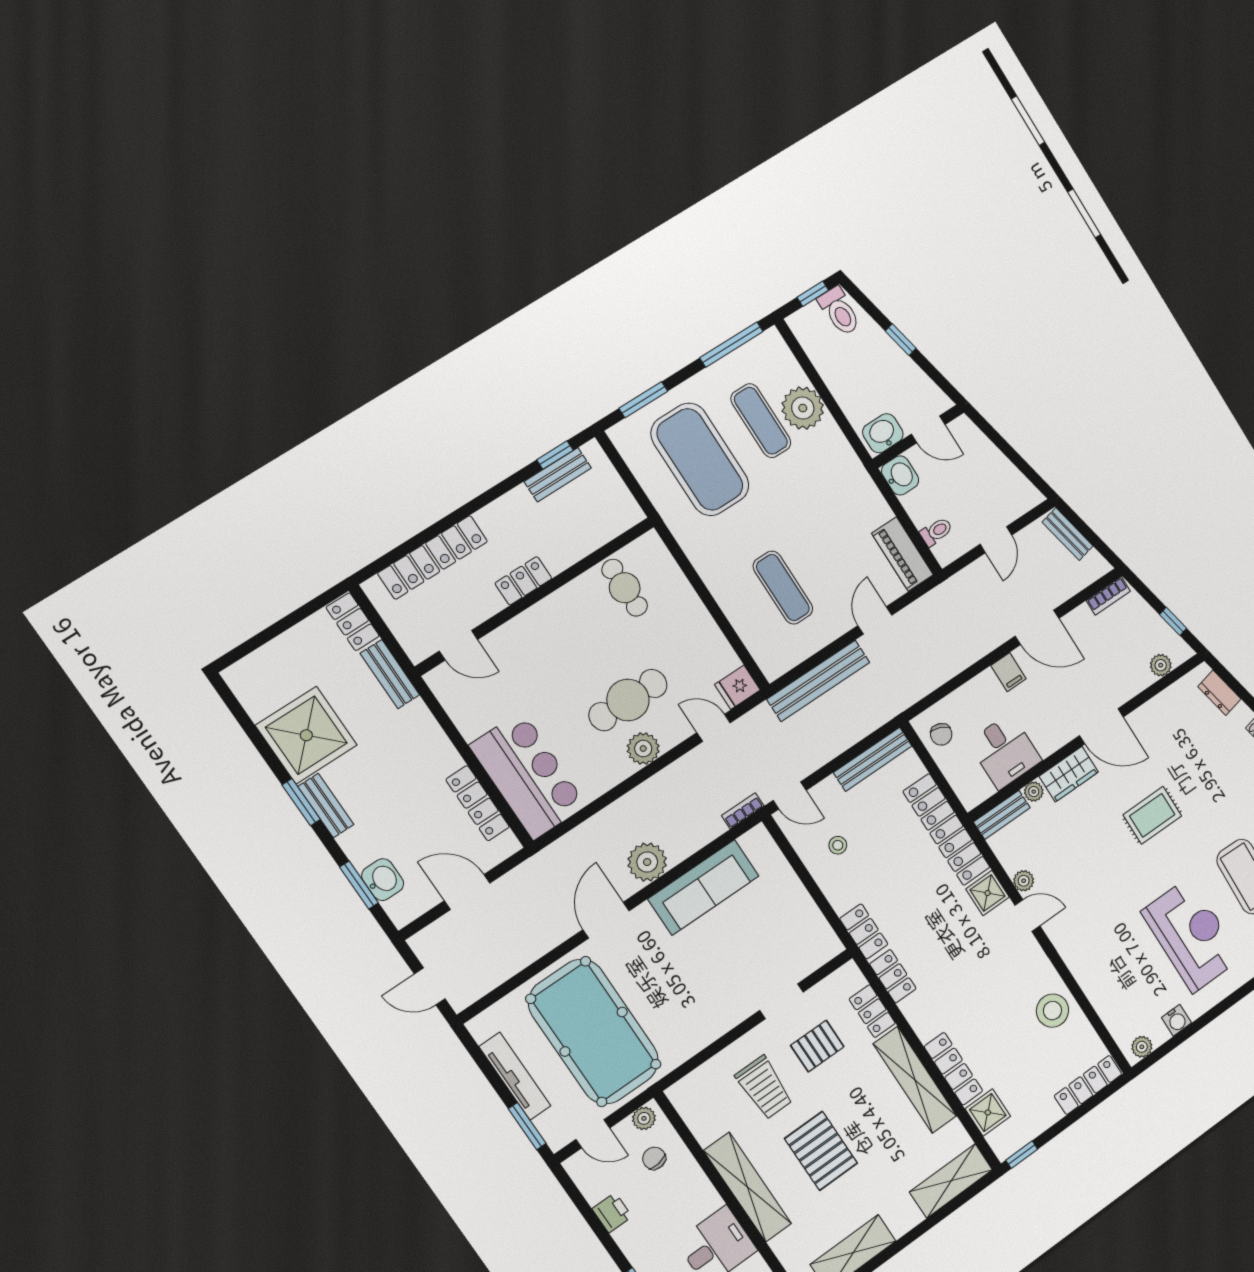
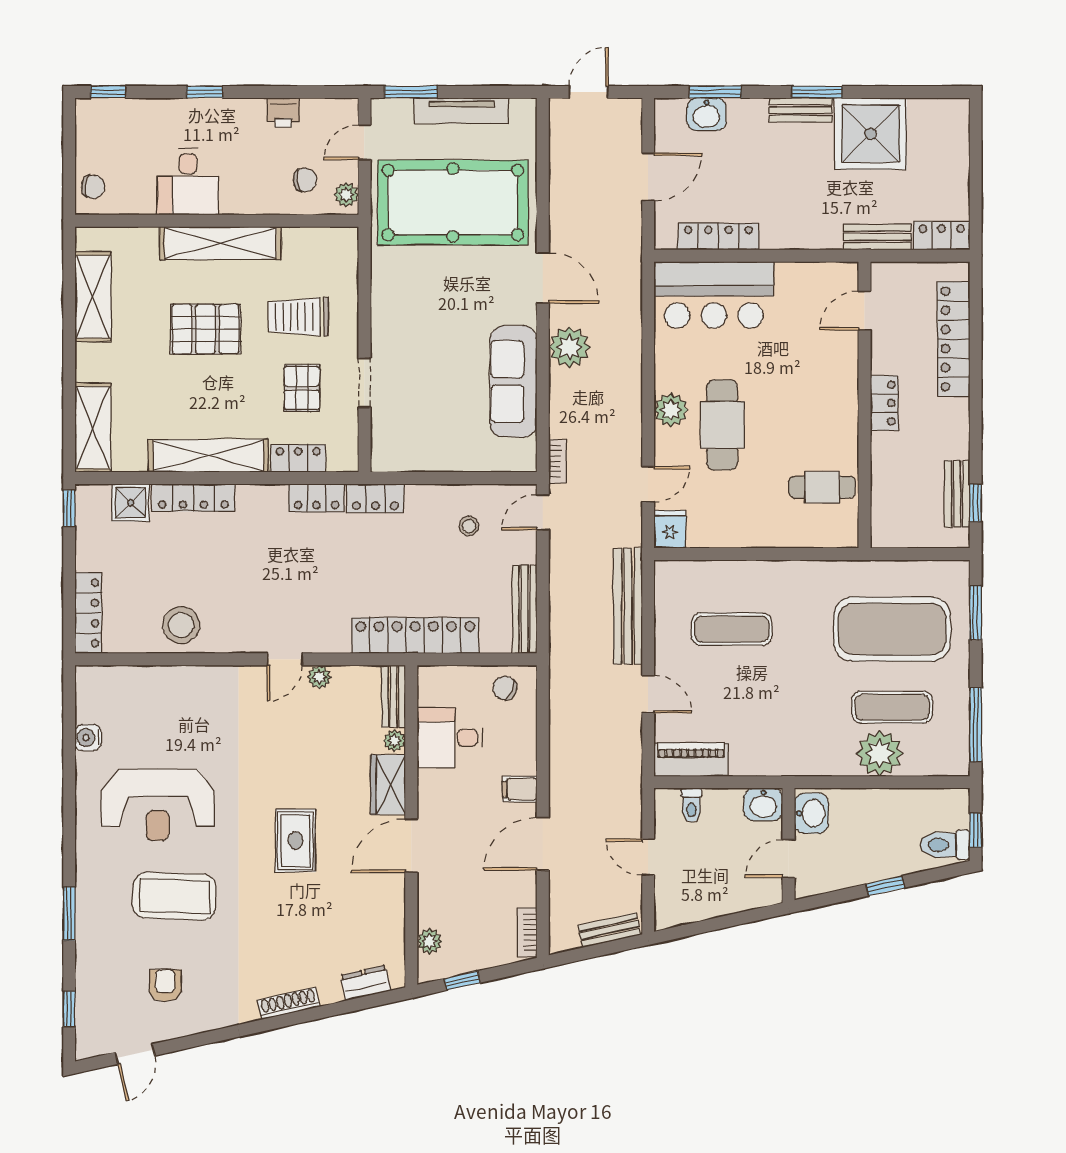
shower: (988, 893) -> (331, 635), removed
plant: (1142, 1047) -> (87, 688), removed

